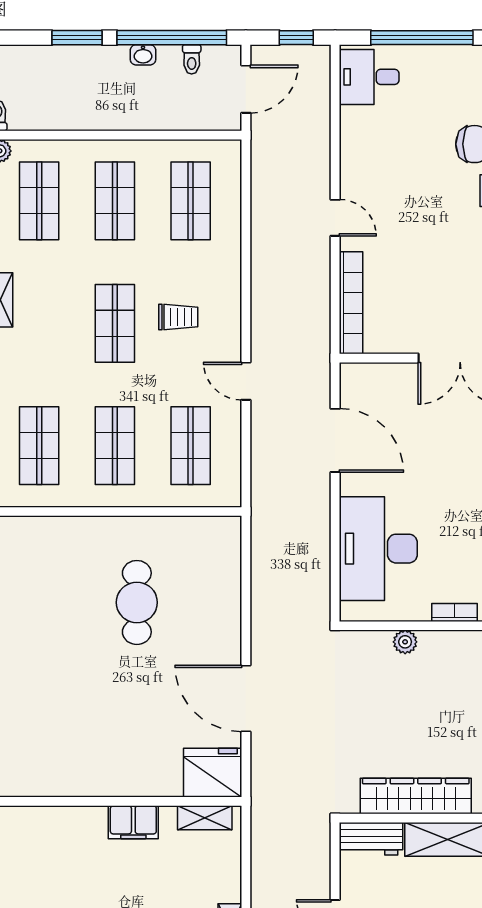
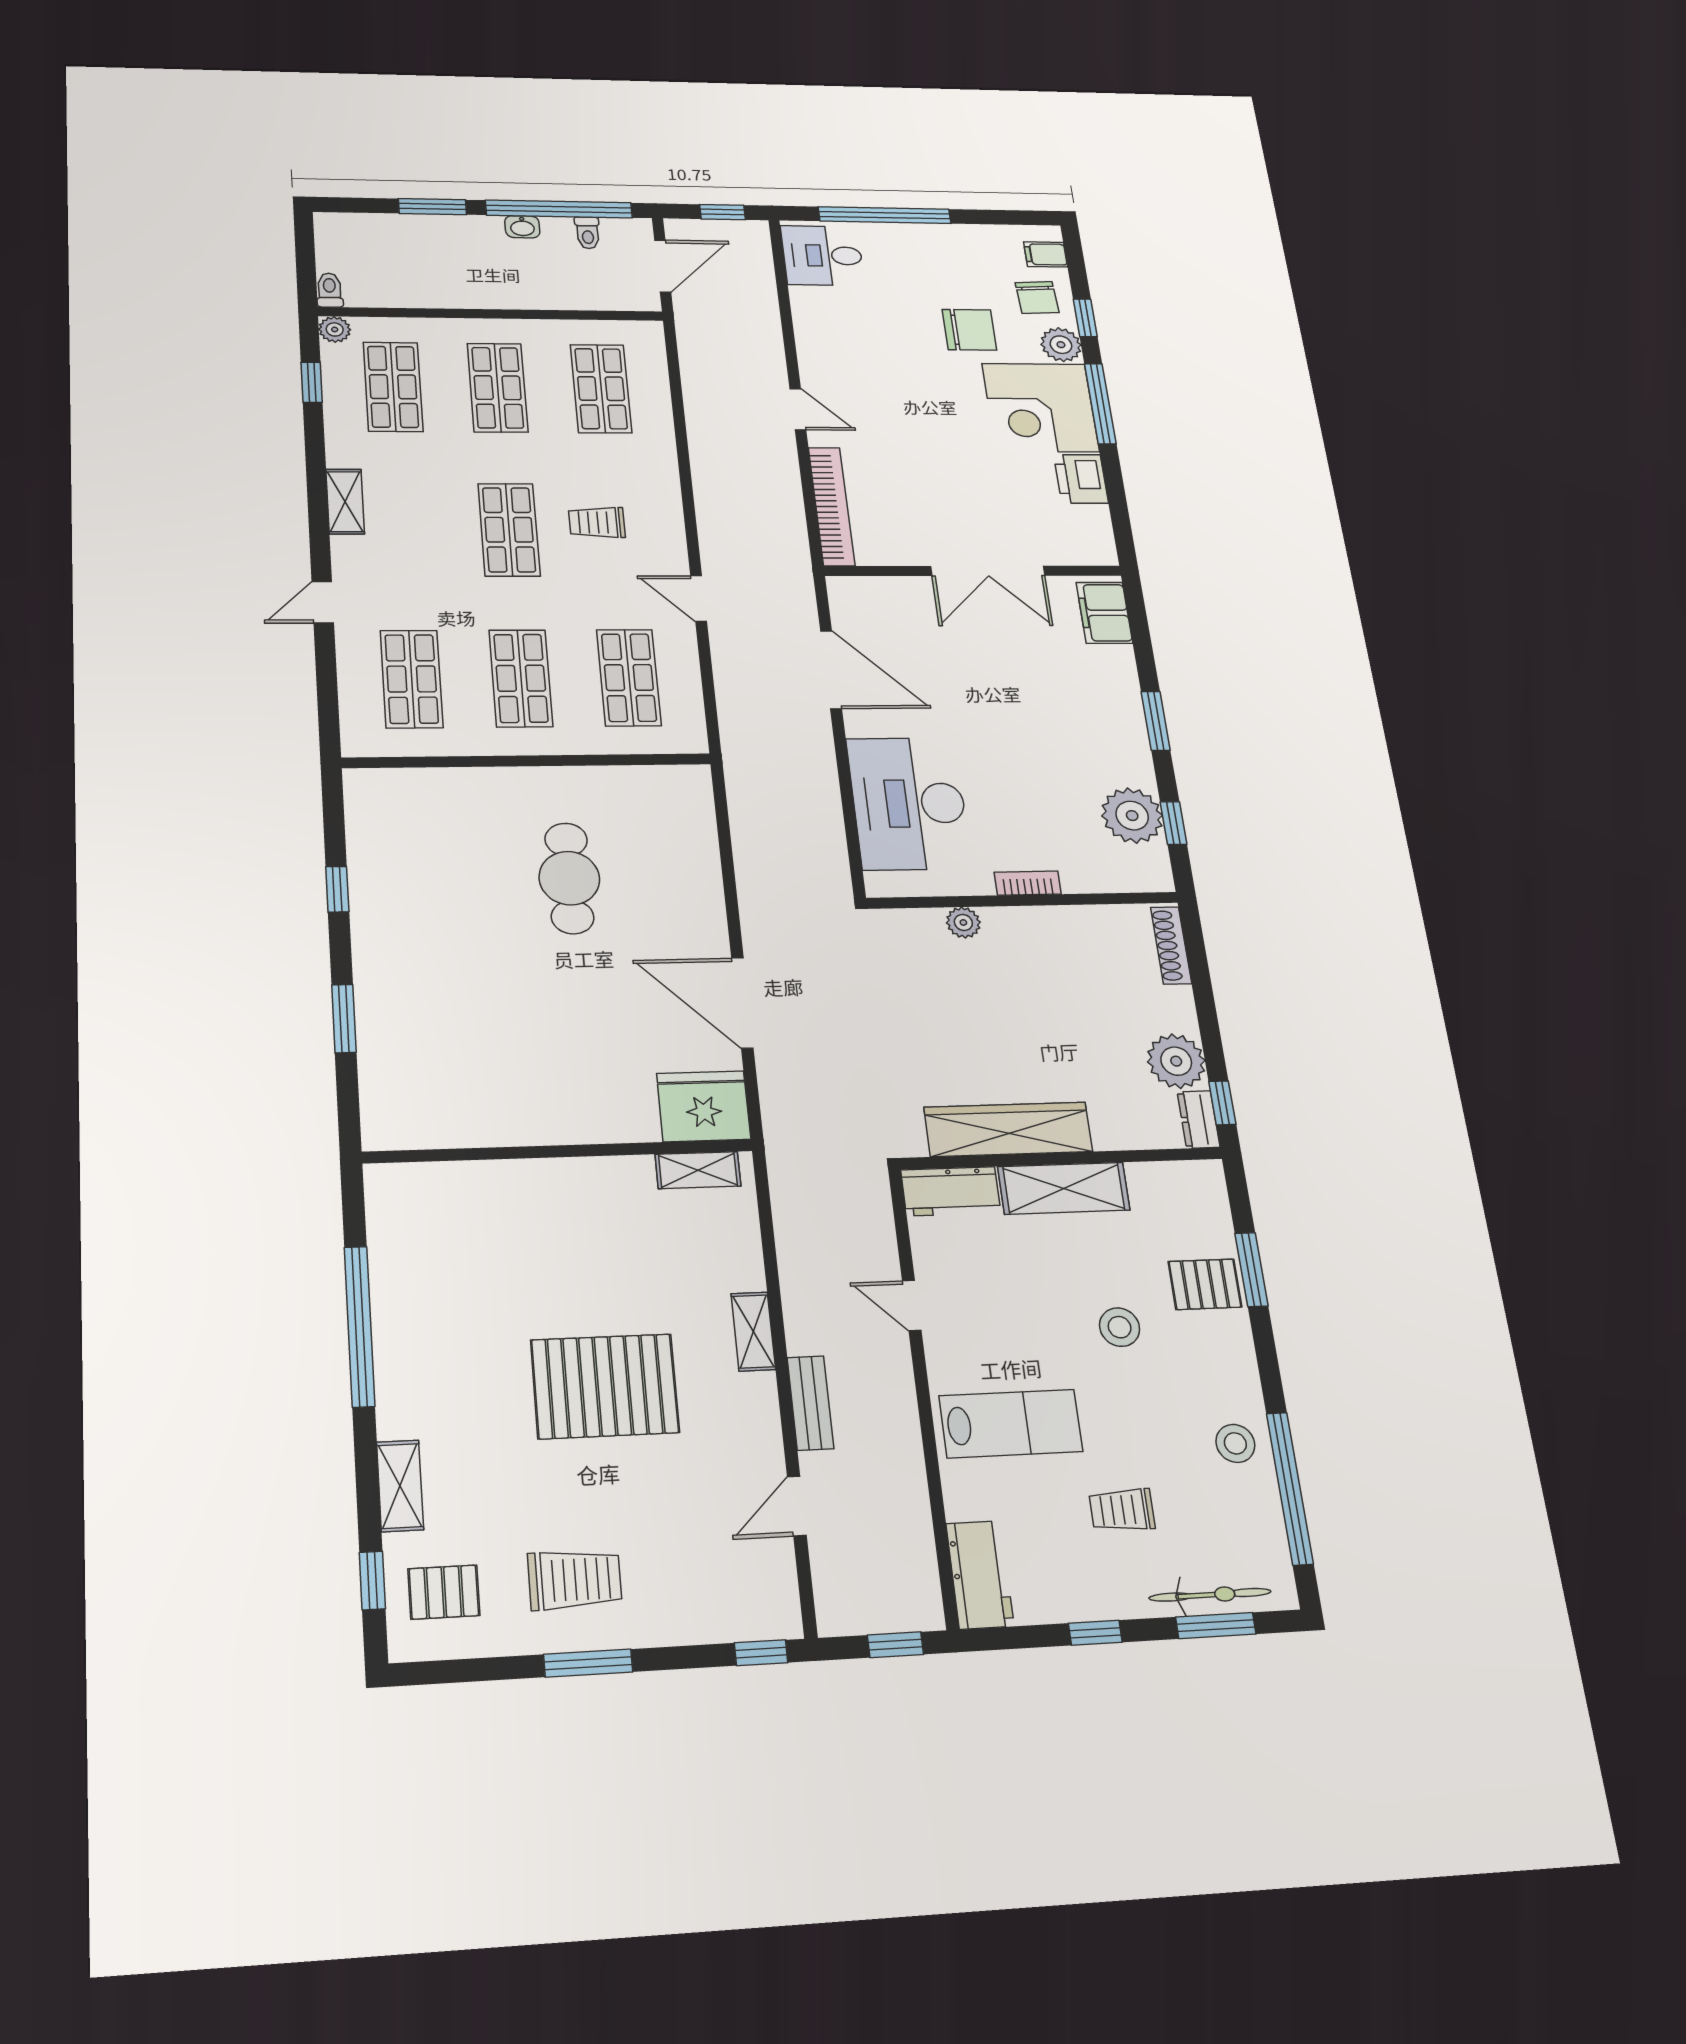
trolley: (178, 317) -> (597, 522), turned 180
filing cabinet: (133, 822) -> (589, 1180), removed

